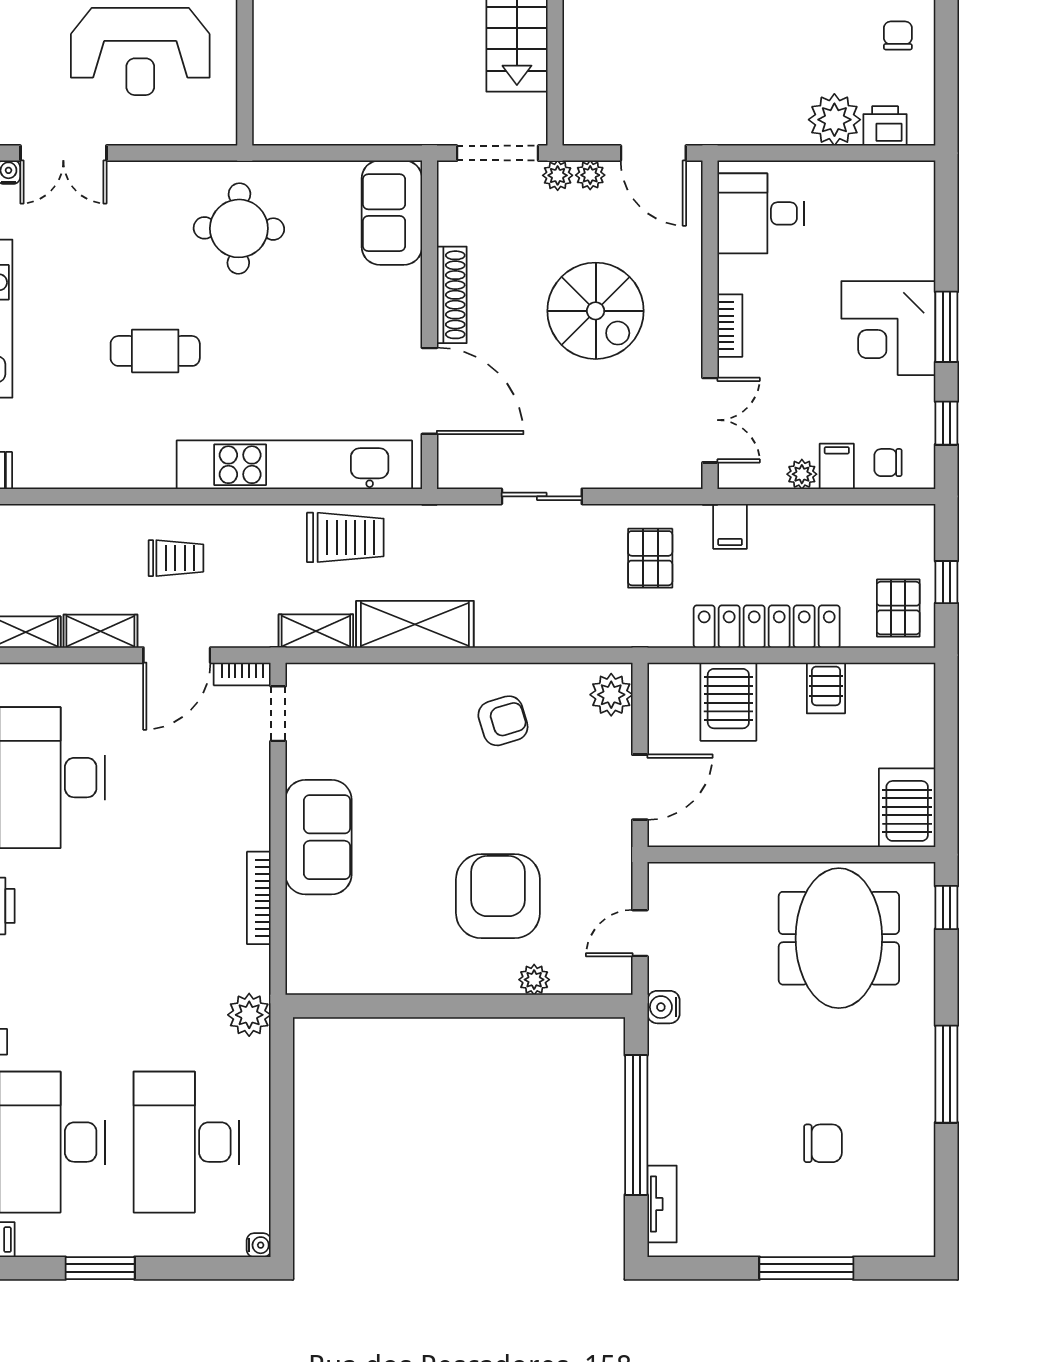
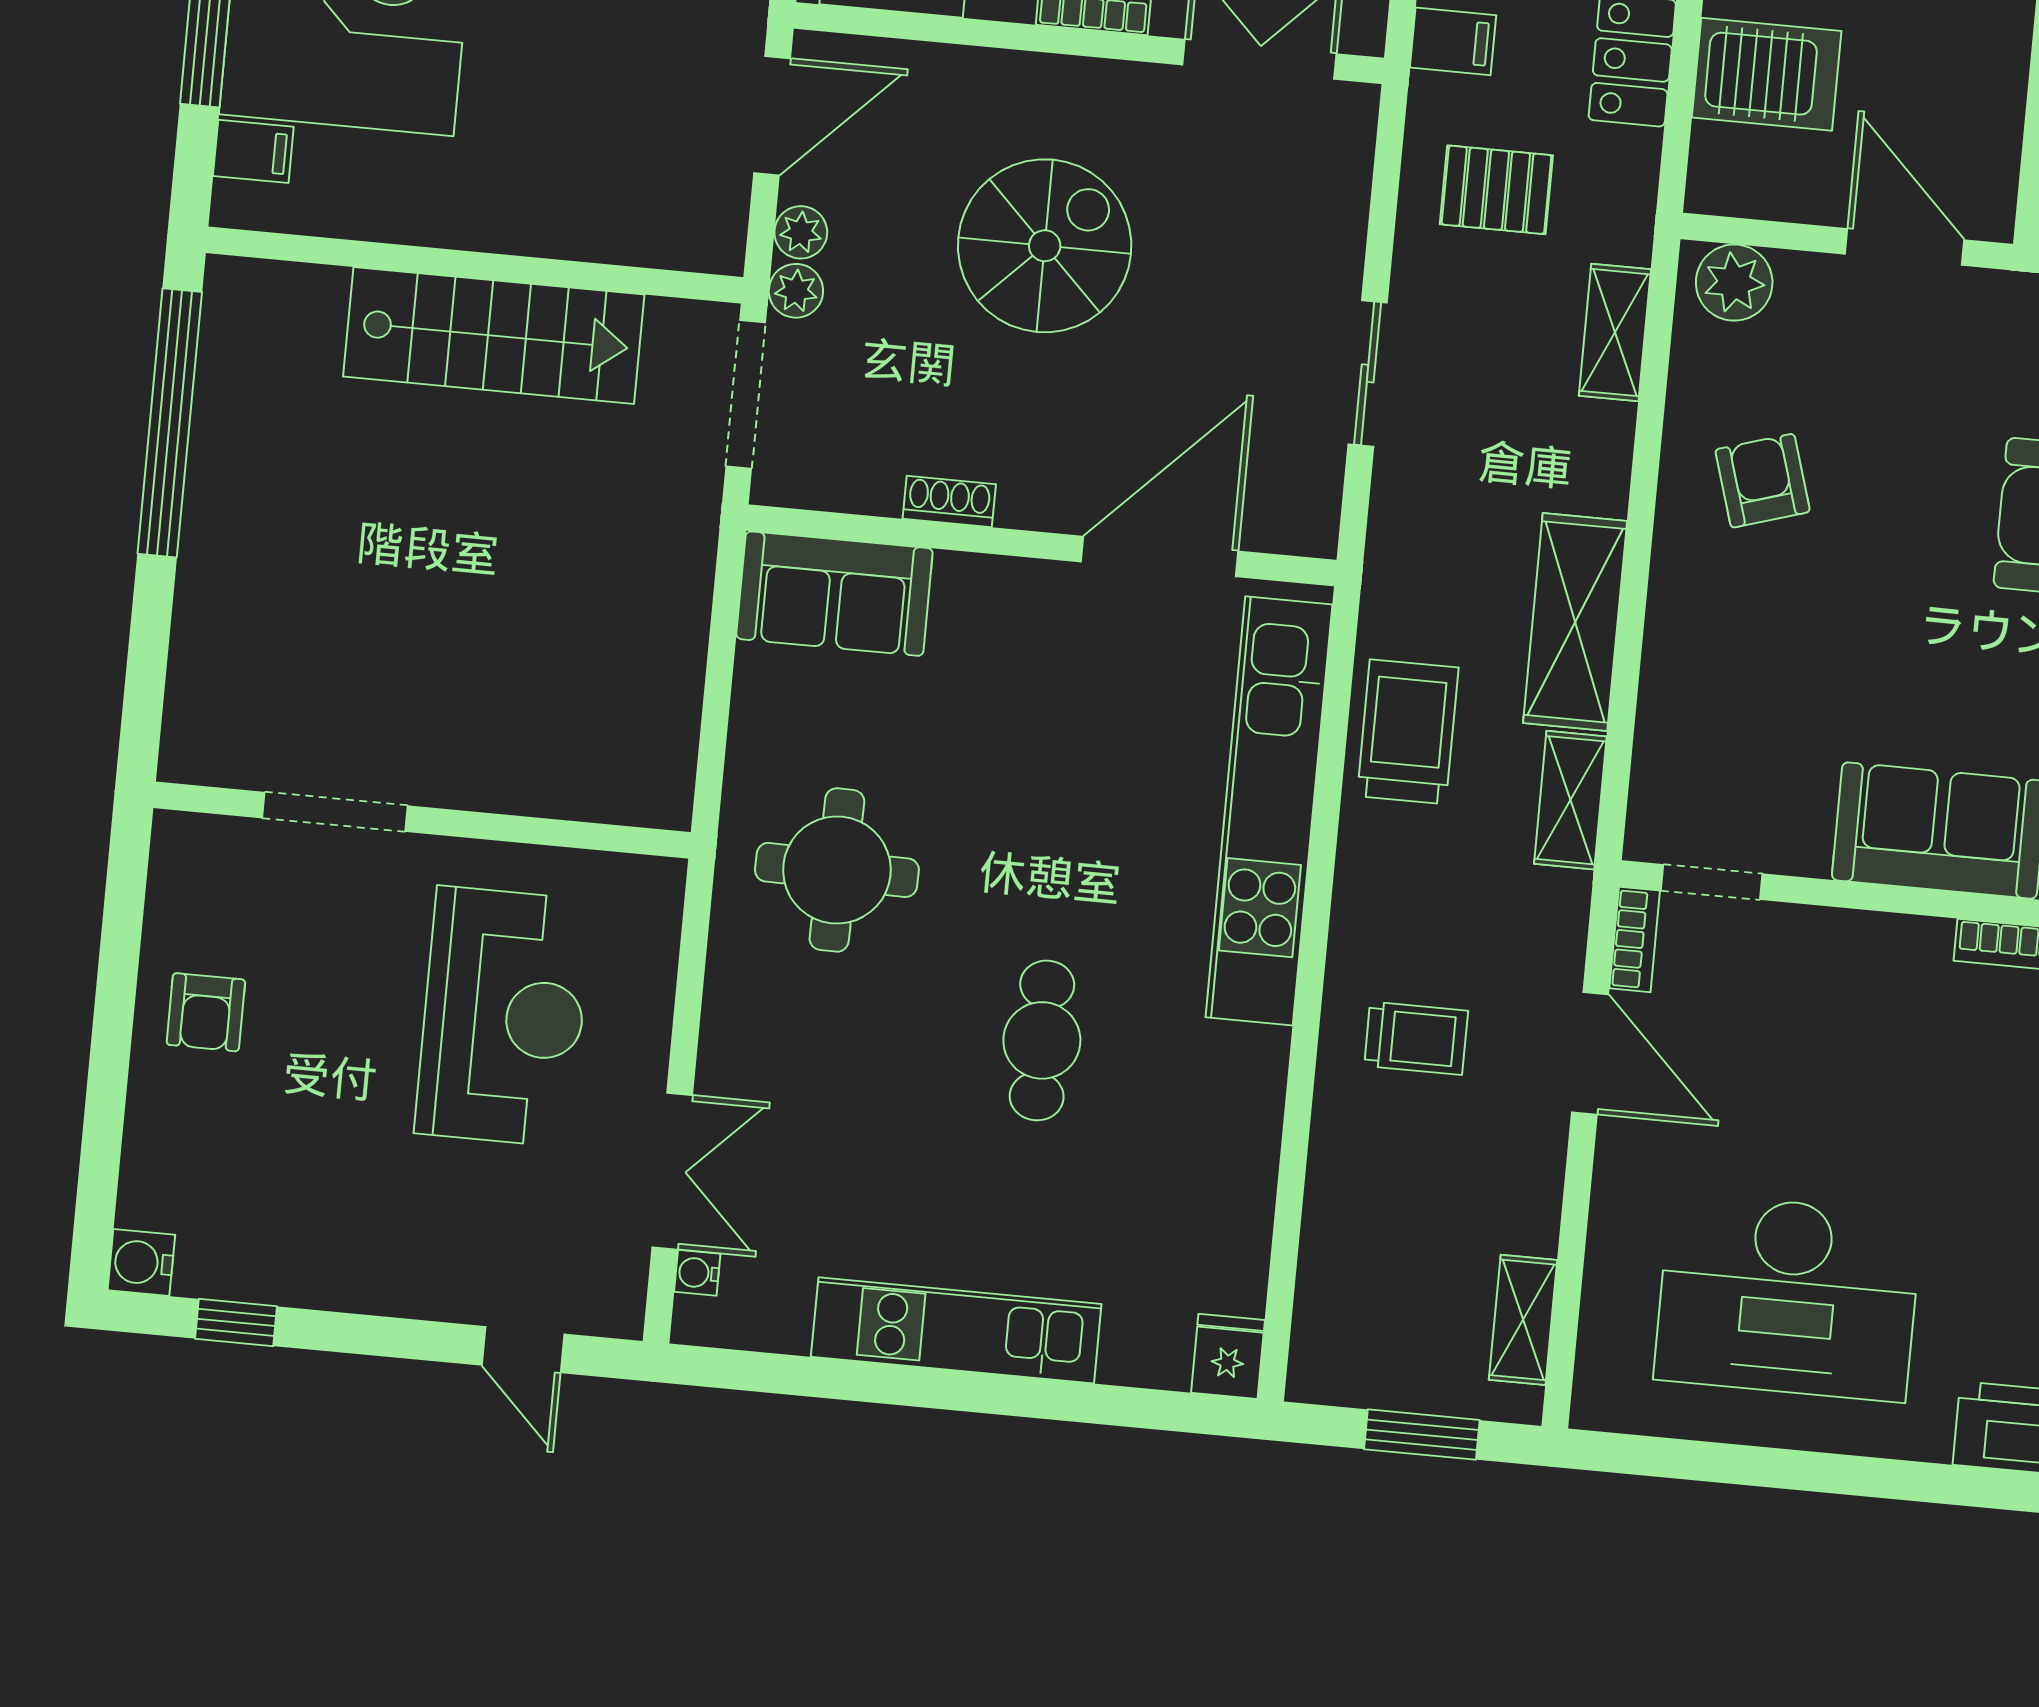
shoe rack: (452, 295) -> (949, 501), width x0.51, depth x0.81
trolley: (176, 558) -> (1416, 1038), turned 90
shelving: (100, 631) -> (1615, 333), moved

